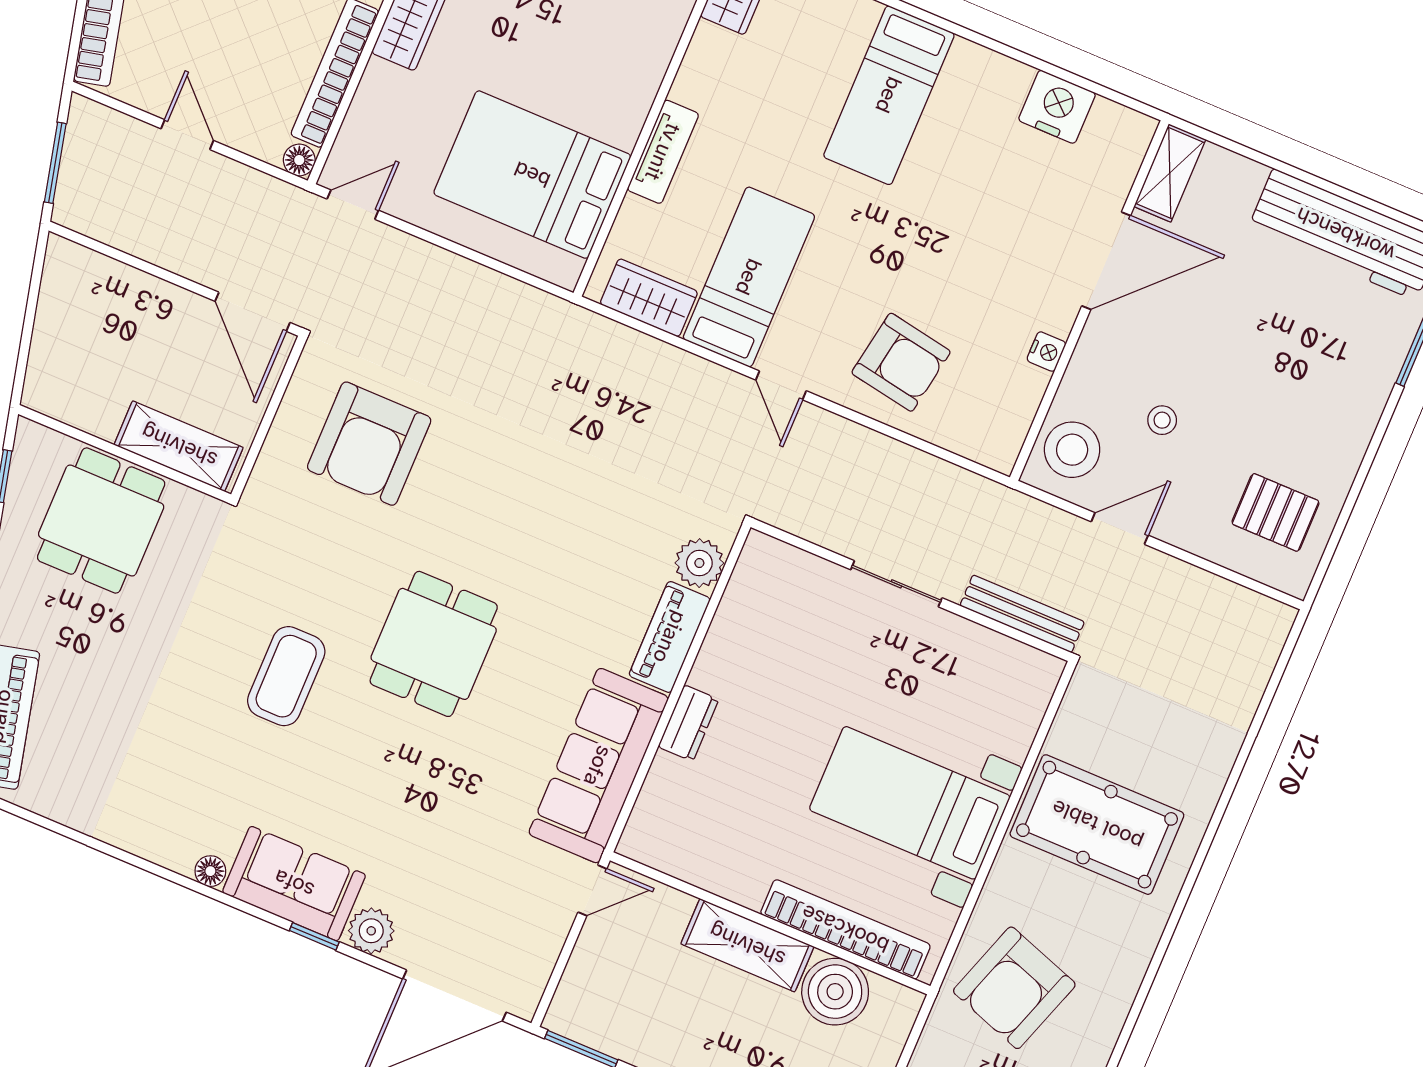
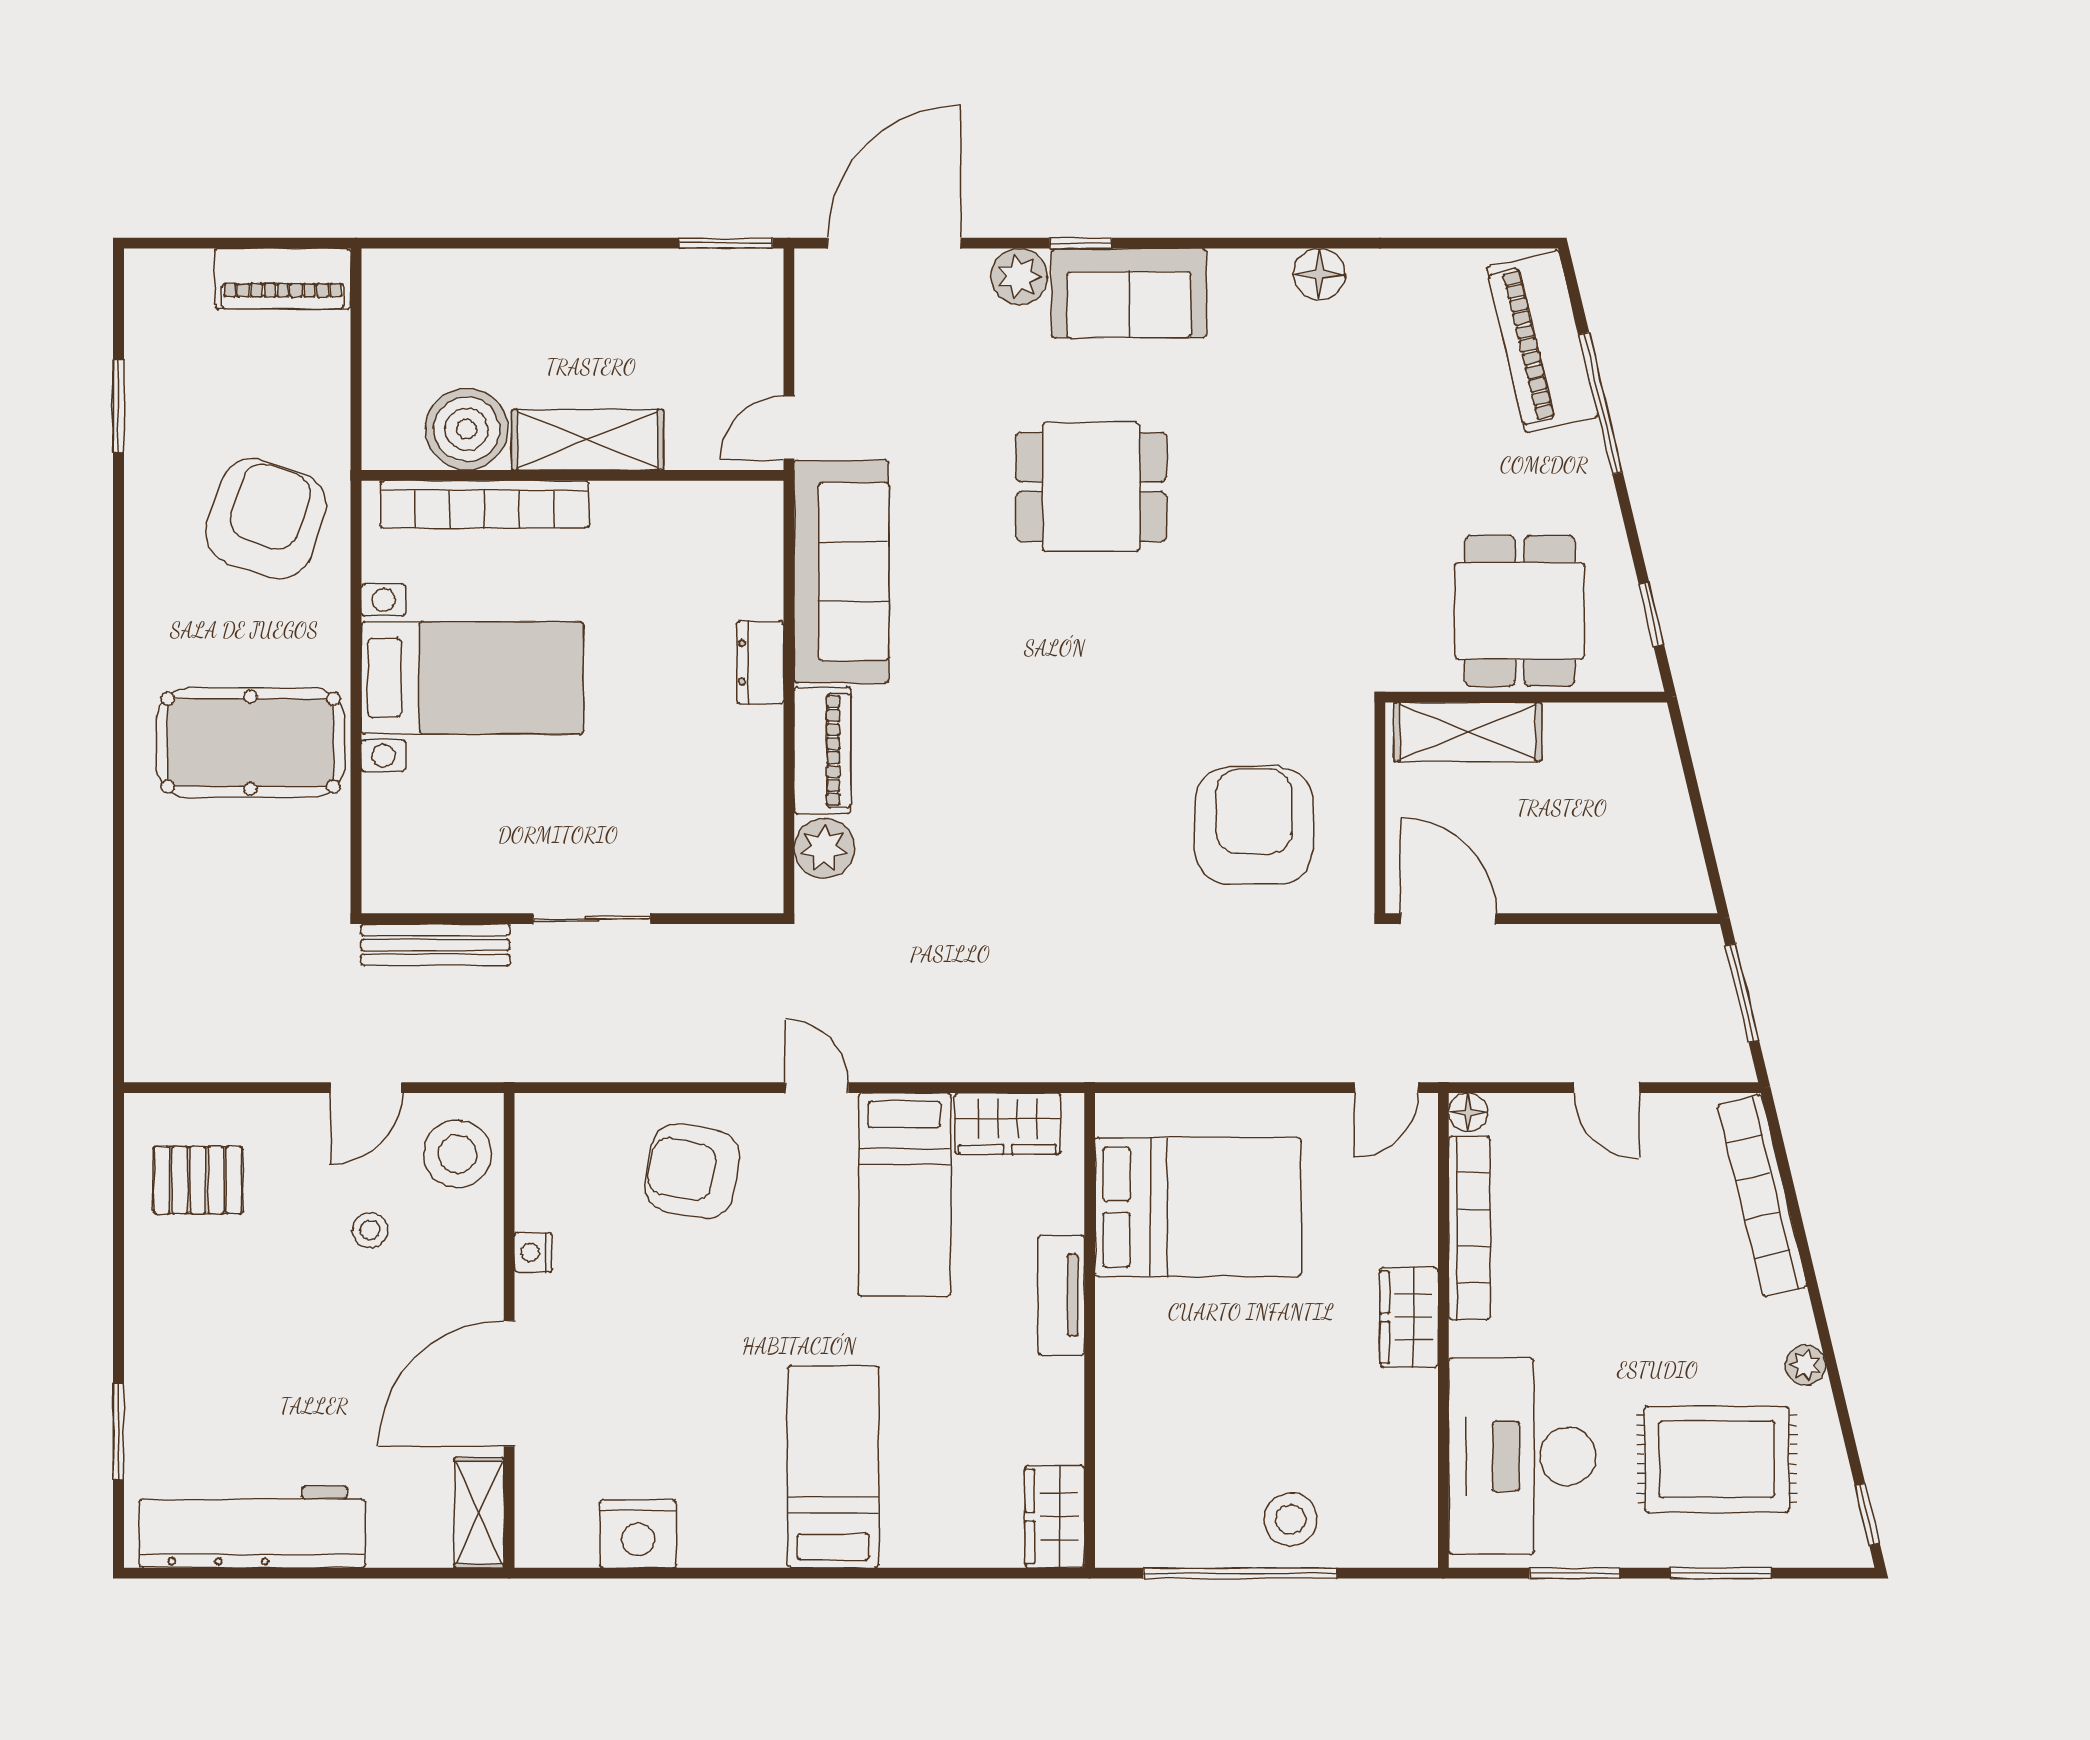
dining table: (434, 644) -> (1091, 487), moved, turned 90
coffee table: (286, 676) -> (1237, 524), removed
floor lamp: (210, 871) -> (1319, 274), moved, width x1.37, depth x1.37

